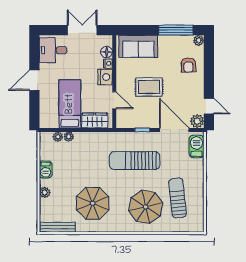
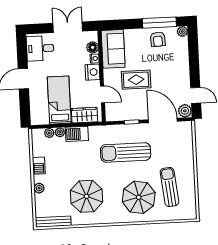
sofa: (138, 46) -> (113, 49), moved, turned -90
armchair: (188, 65) -> (158, 39), moved
barbecue: (197, 147) -> (77, 134), moved, turned -90

